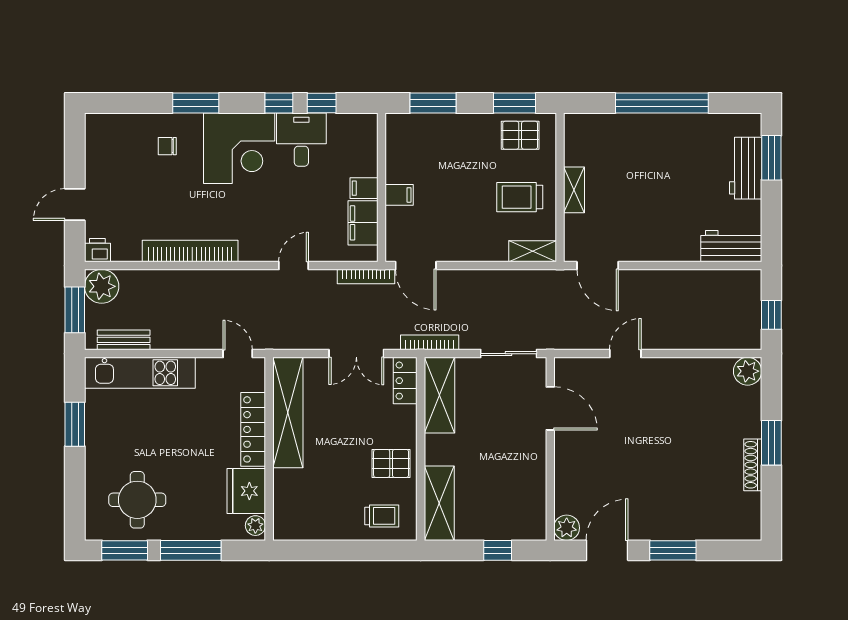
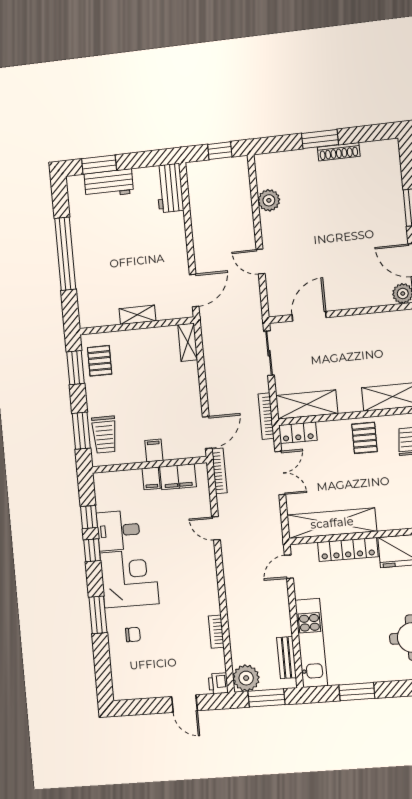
chair: (167, 146) -> (133, 635), turned -90
trolley: (520, 197) -> (104, 435), moved
bookcase: (190, 251) -> (216, 632), width x0.43, depth x0.76
plant: (748, 371) -> (269, 200), moved

